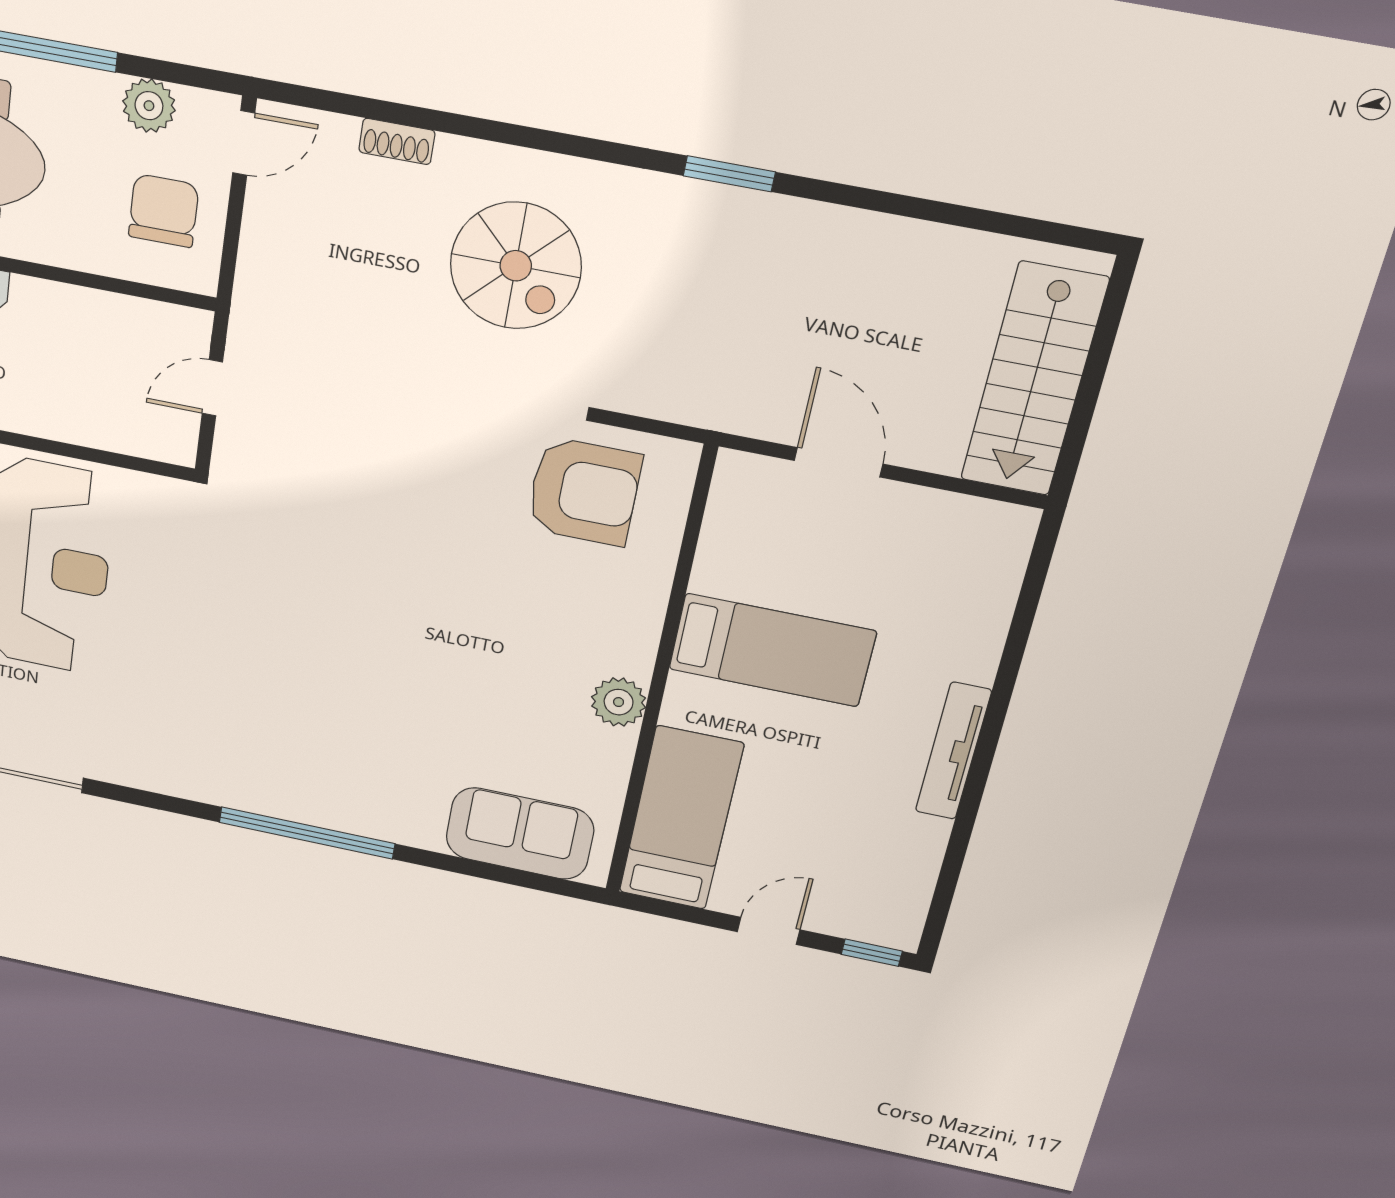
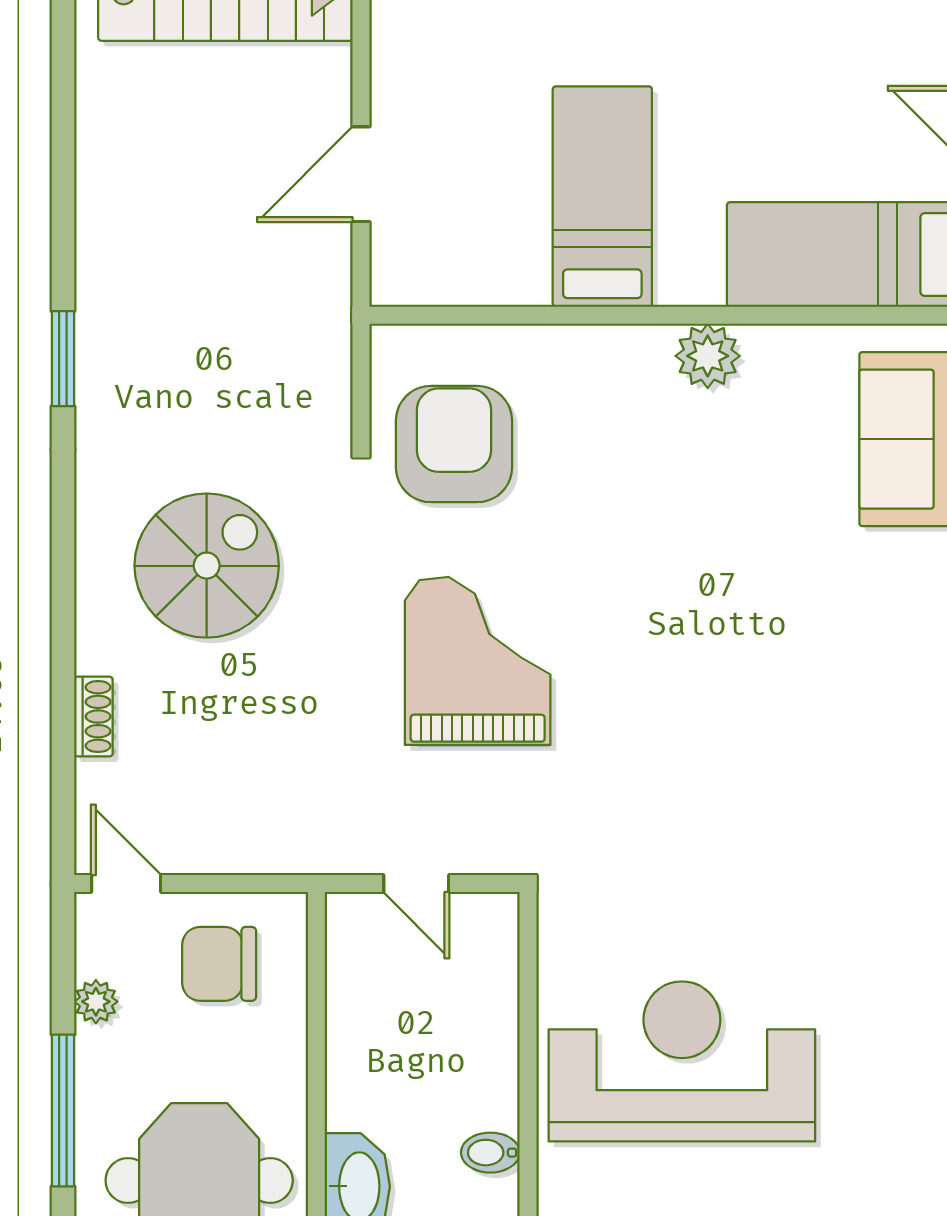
plant: (149, 106) -> (96, 1002), width x0.73, depth x0.73
grand piano: (394, 474) -> (478, 661), added

